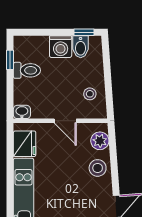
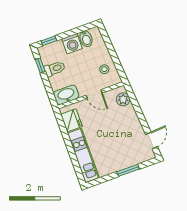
window: (84, 32) -> (49, 41), moved
washbasin: (22, 112) -> (66, 95), width x1.91, depth x1.45
stool: (98, 168) -> (128, 119), removed

